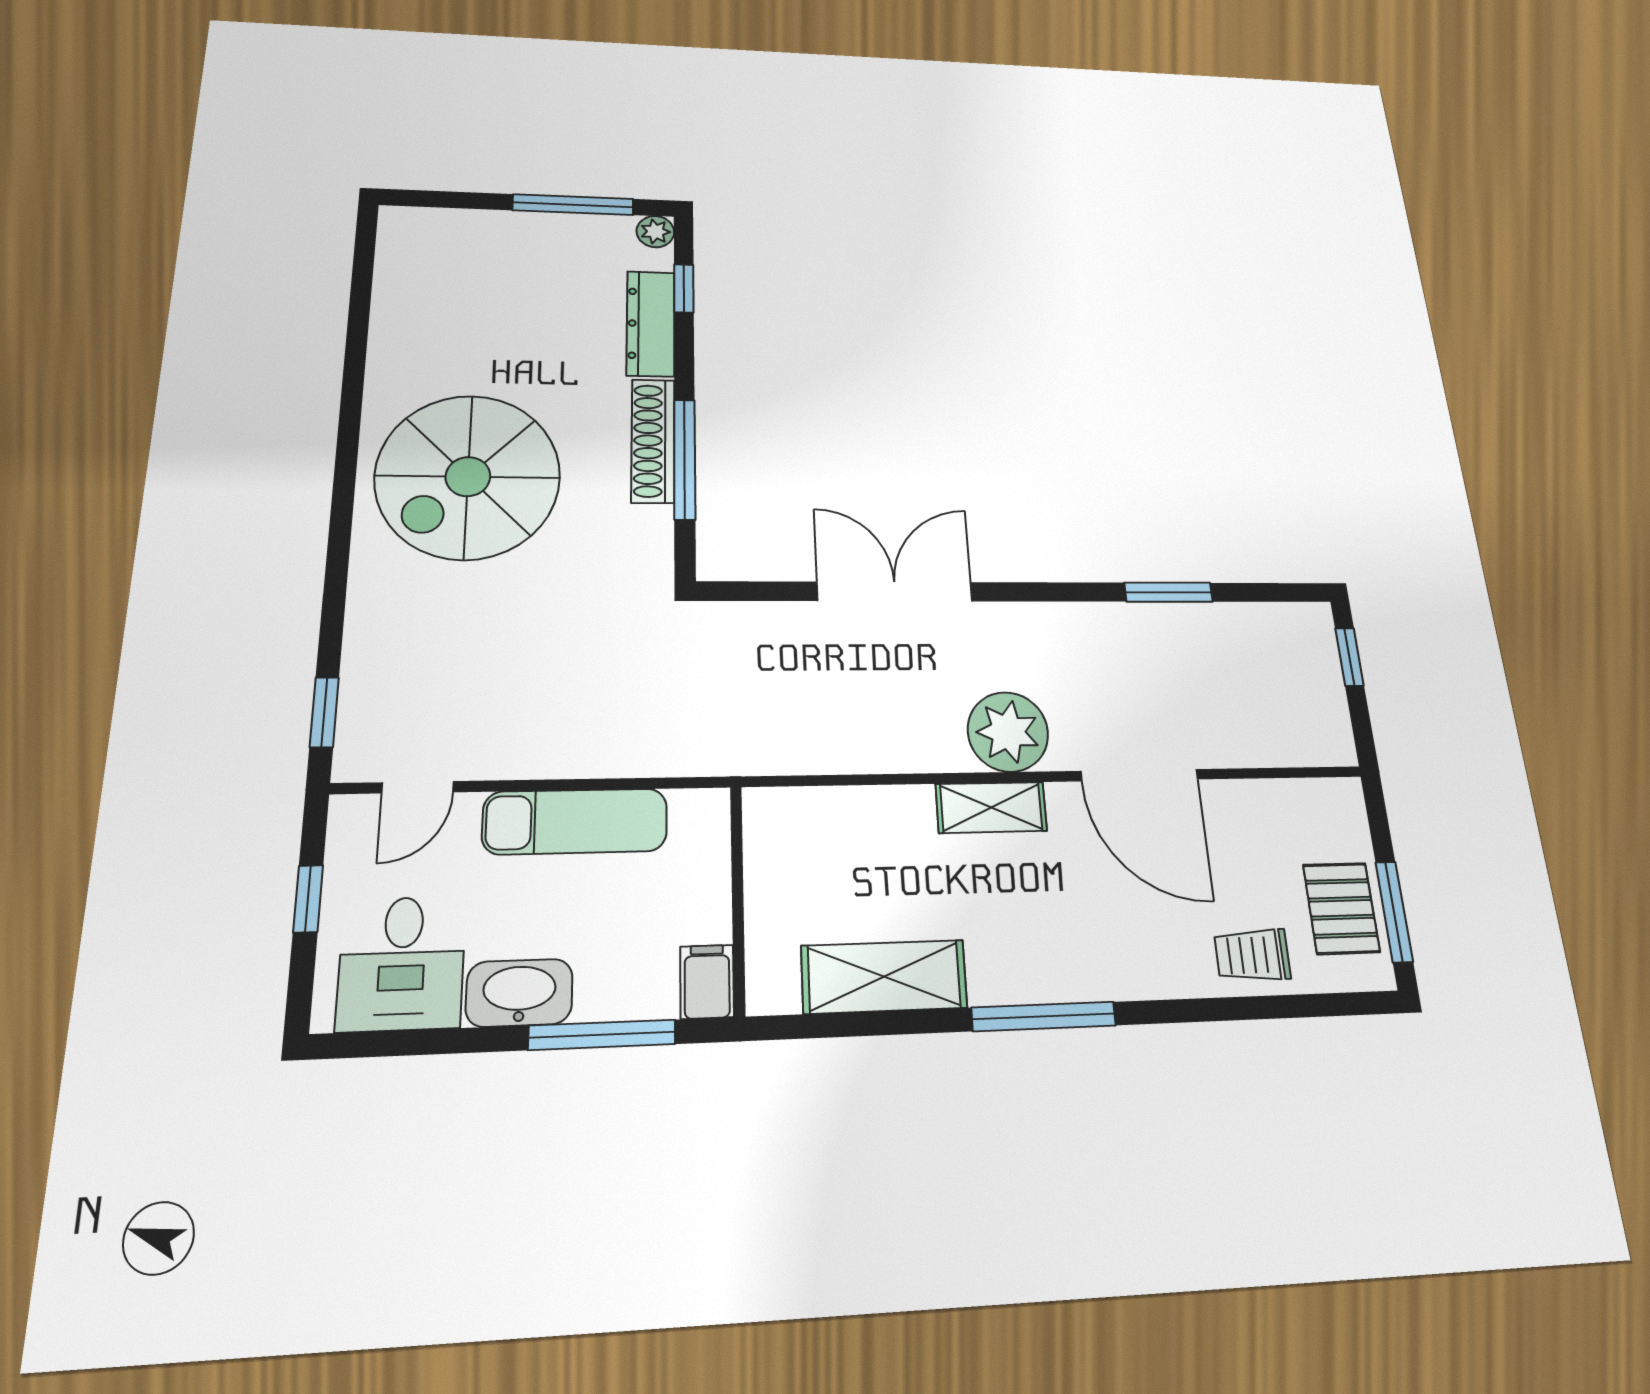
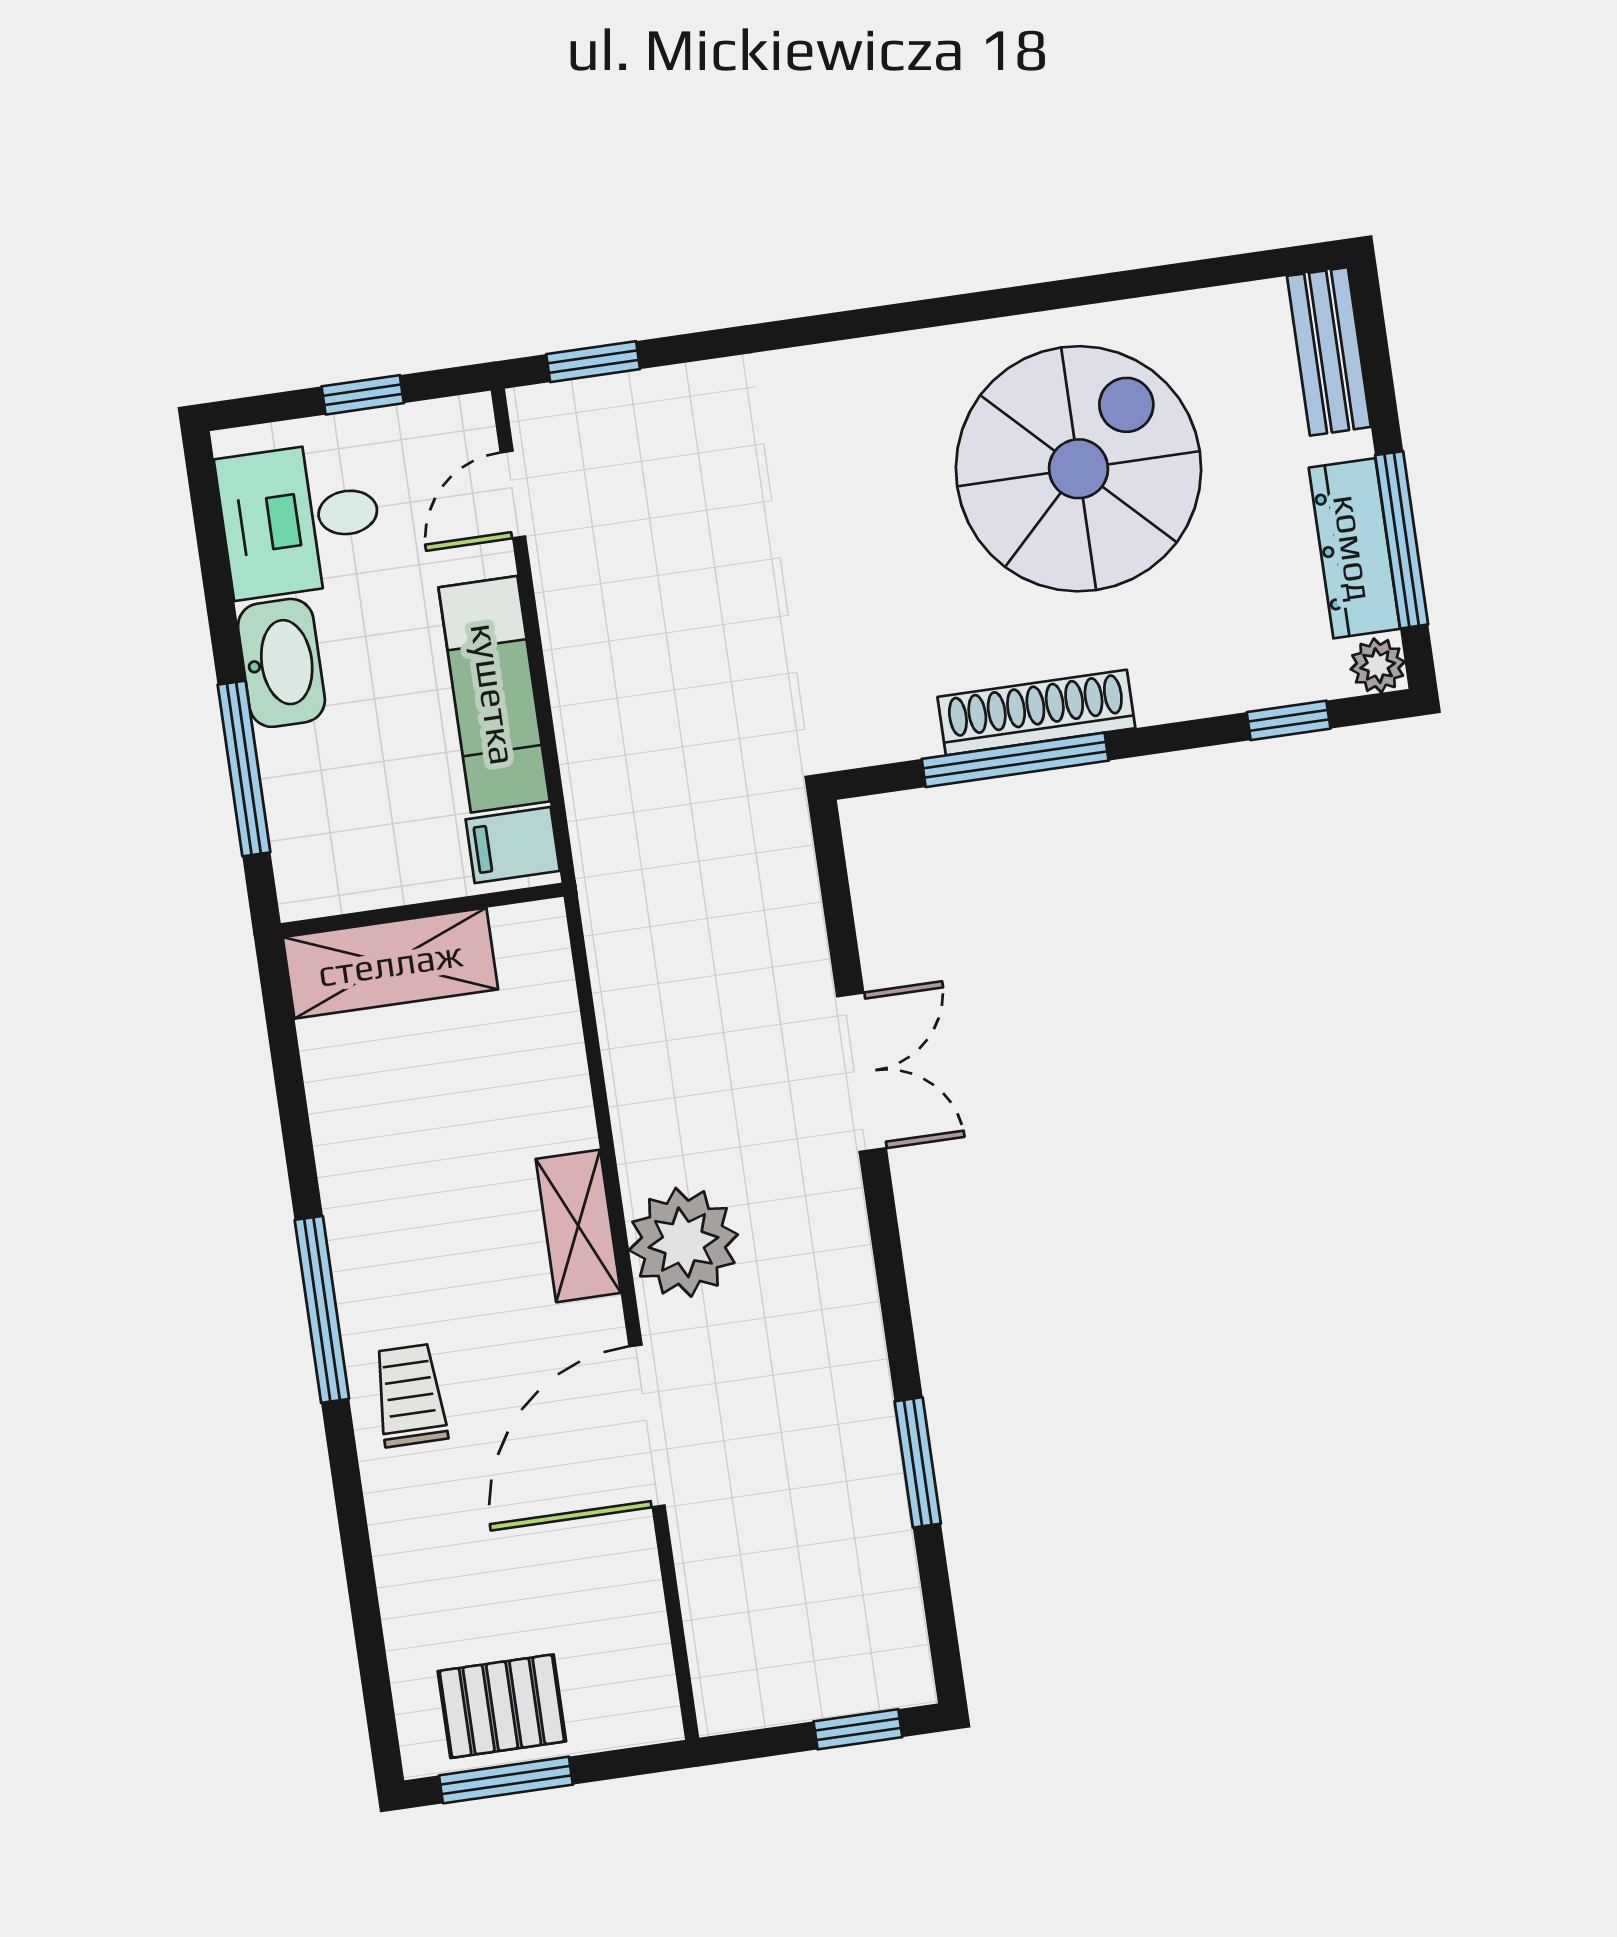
bench: (435, 225) -> (1329, 351), added
dresser: (651, 324) -> (1354, 548), moved, turned -90
spiral stairs: (468, 477) -> (1079, 469), moved, turned 90
double door: (895, 592) -> (862, 1072), width x0.73
door: (418, 787) -> (513, 494), hinge flipped
trolley: (1252, 955) -> (410, 1395), moved
shelving: (884, 977) -> (390, 963), moved, turned 90
filing cabinet: (707, 982) -> (513, 845), moved, turned 180

